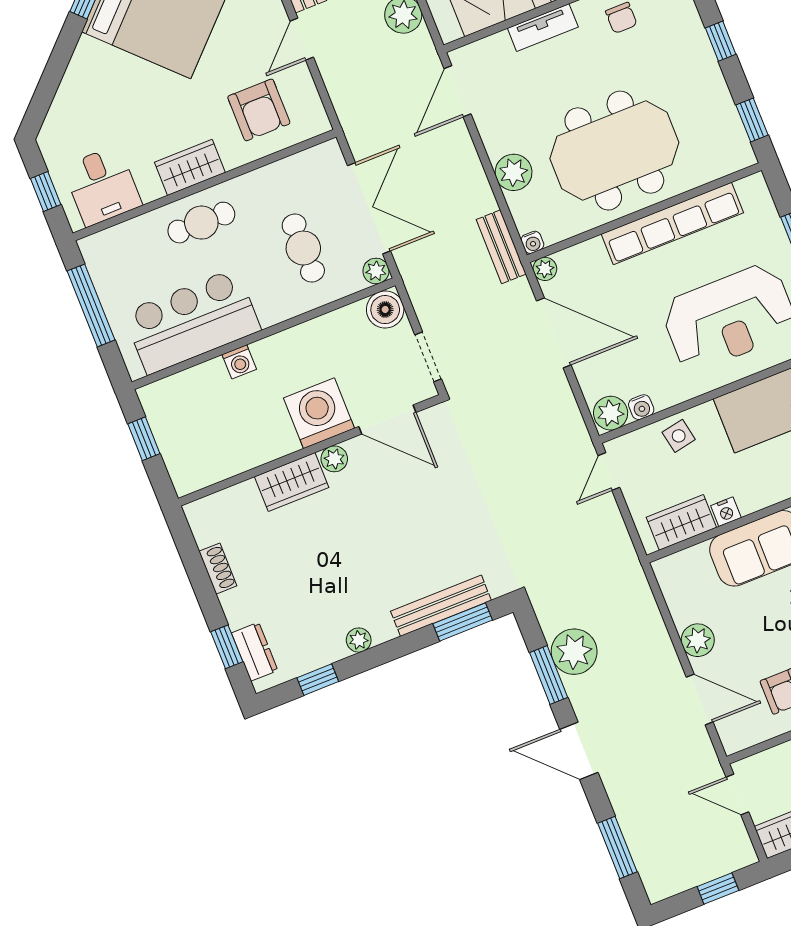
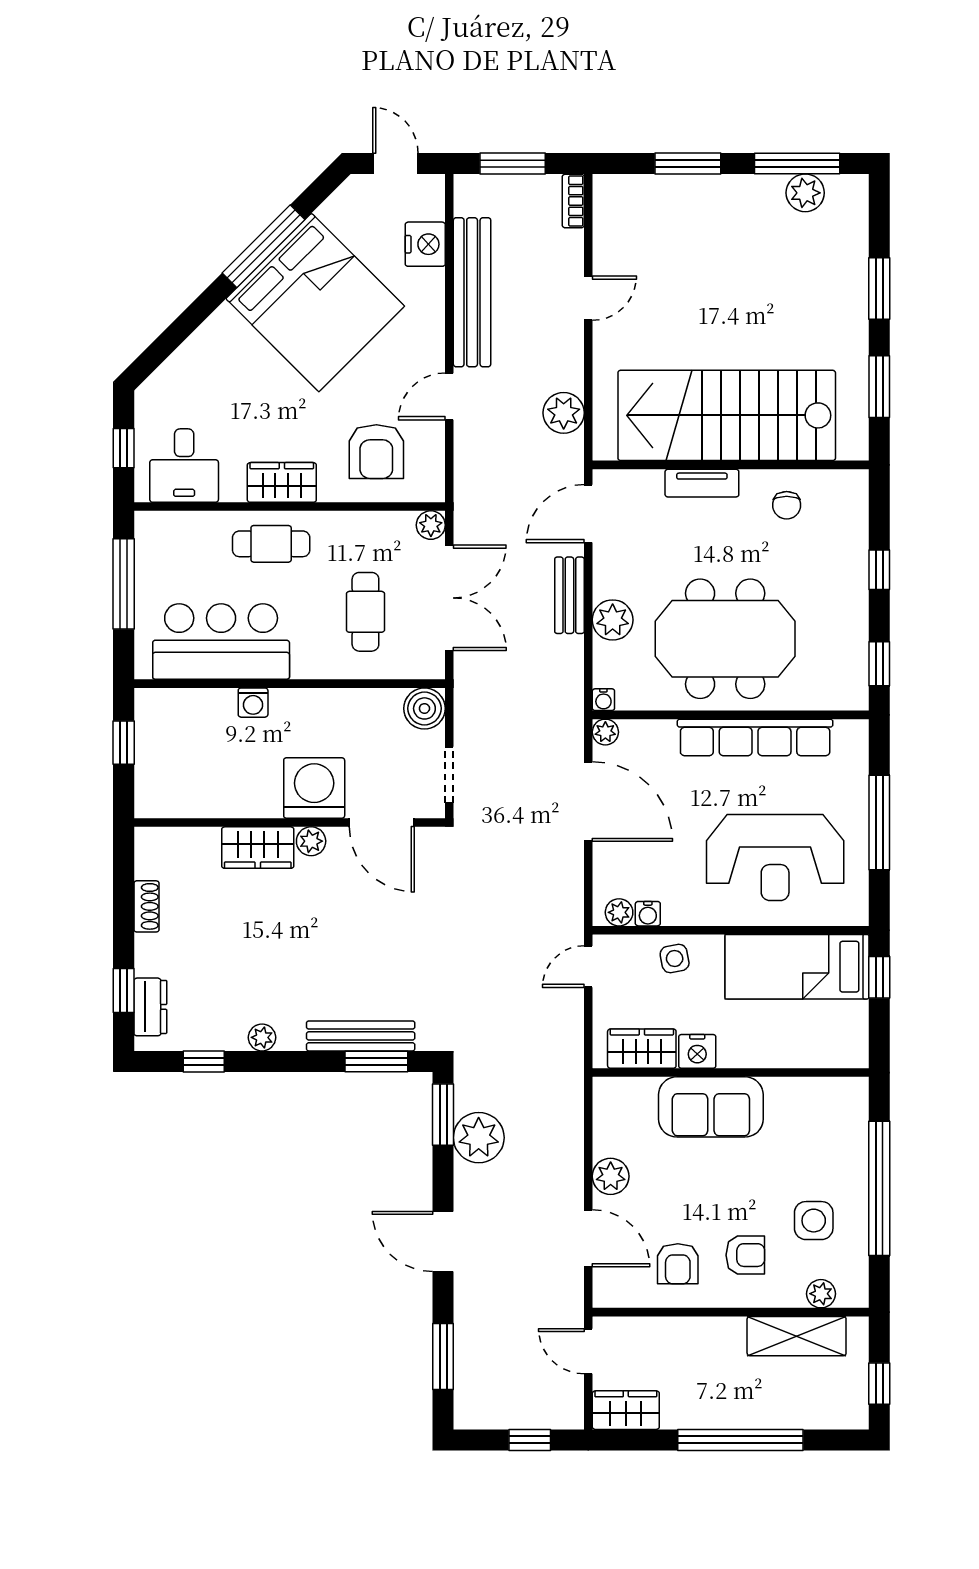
bench: (501, 247) -> (569, 595), moved
plant: (376, 271) -> (431, 525), moved
plant: (611, 413) -> (619, 912), width x0.73, depth x0.73
nightstand: (726, 512) -> (697, 1051), width x1.39, depth x1.35
window: (549, 675) -> (443, 1115), moved

